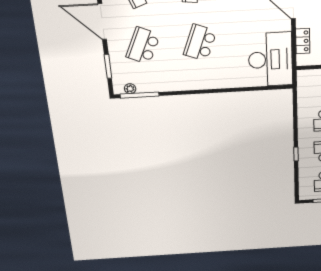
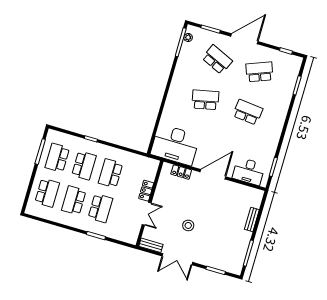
school desk: (200, 43) -> (205, 100), turned -33

